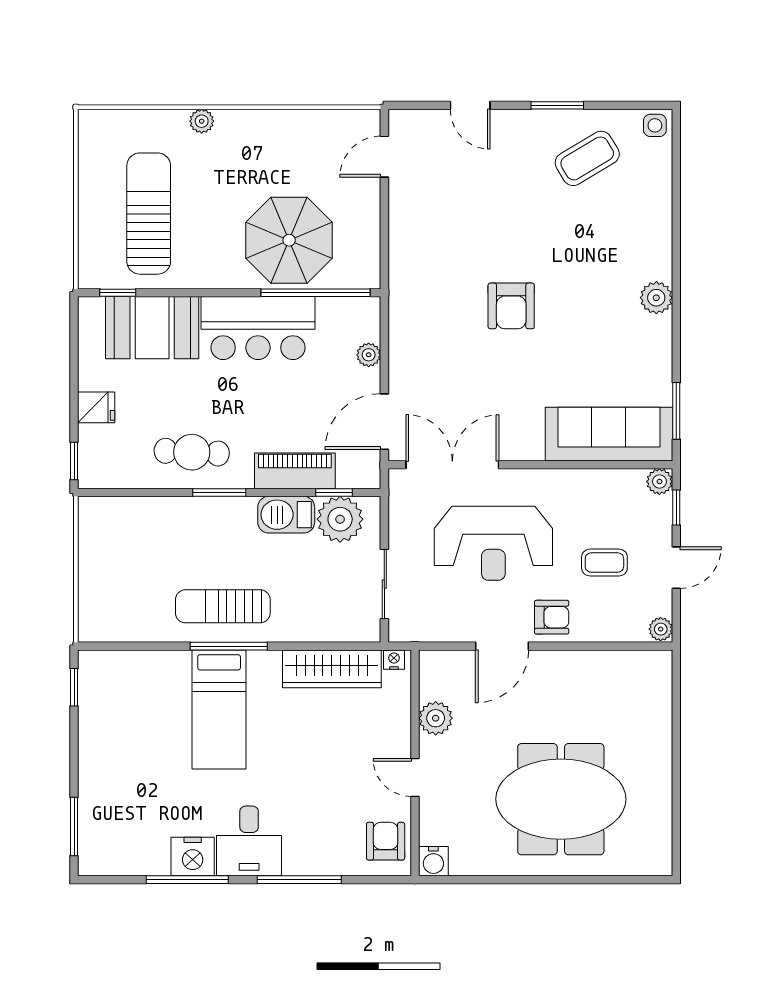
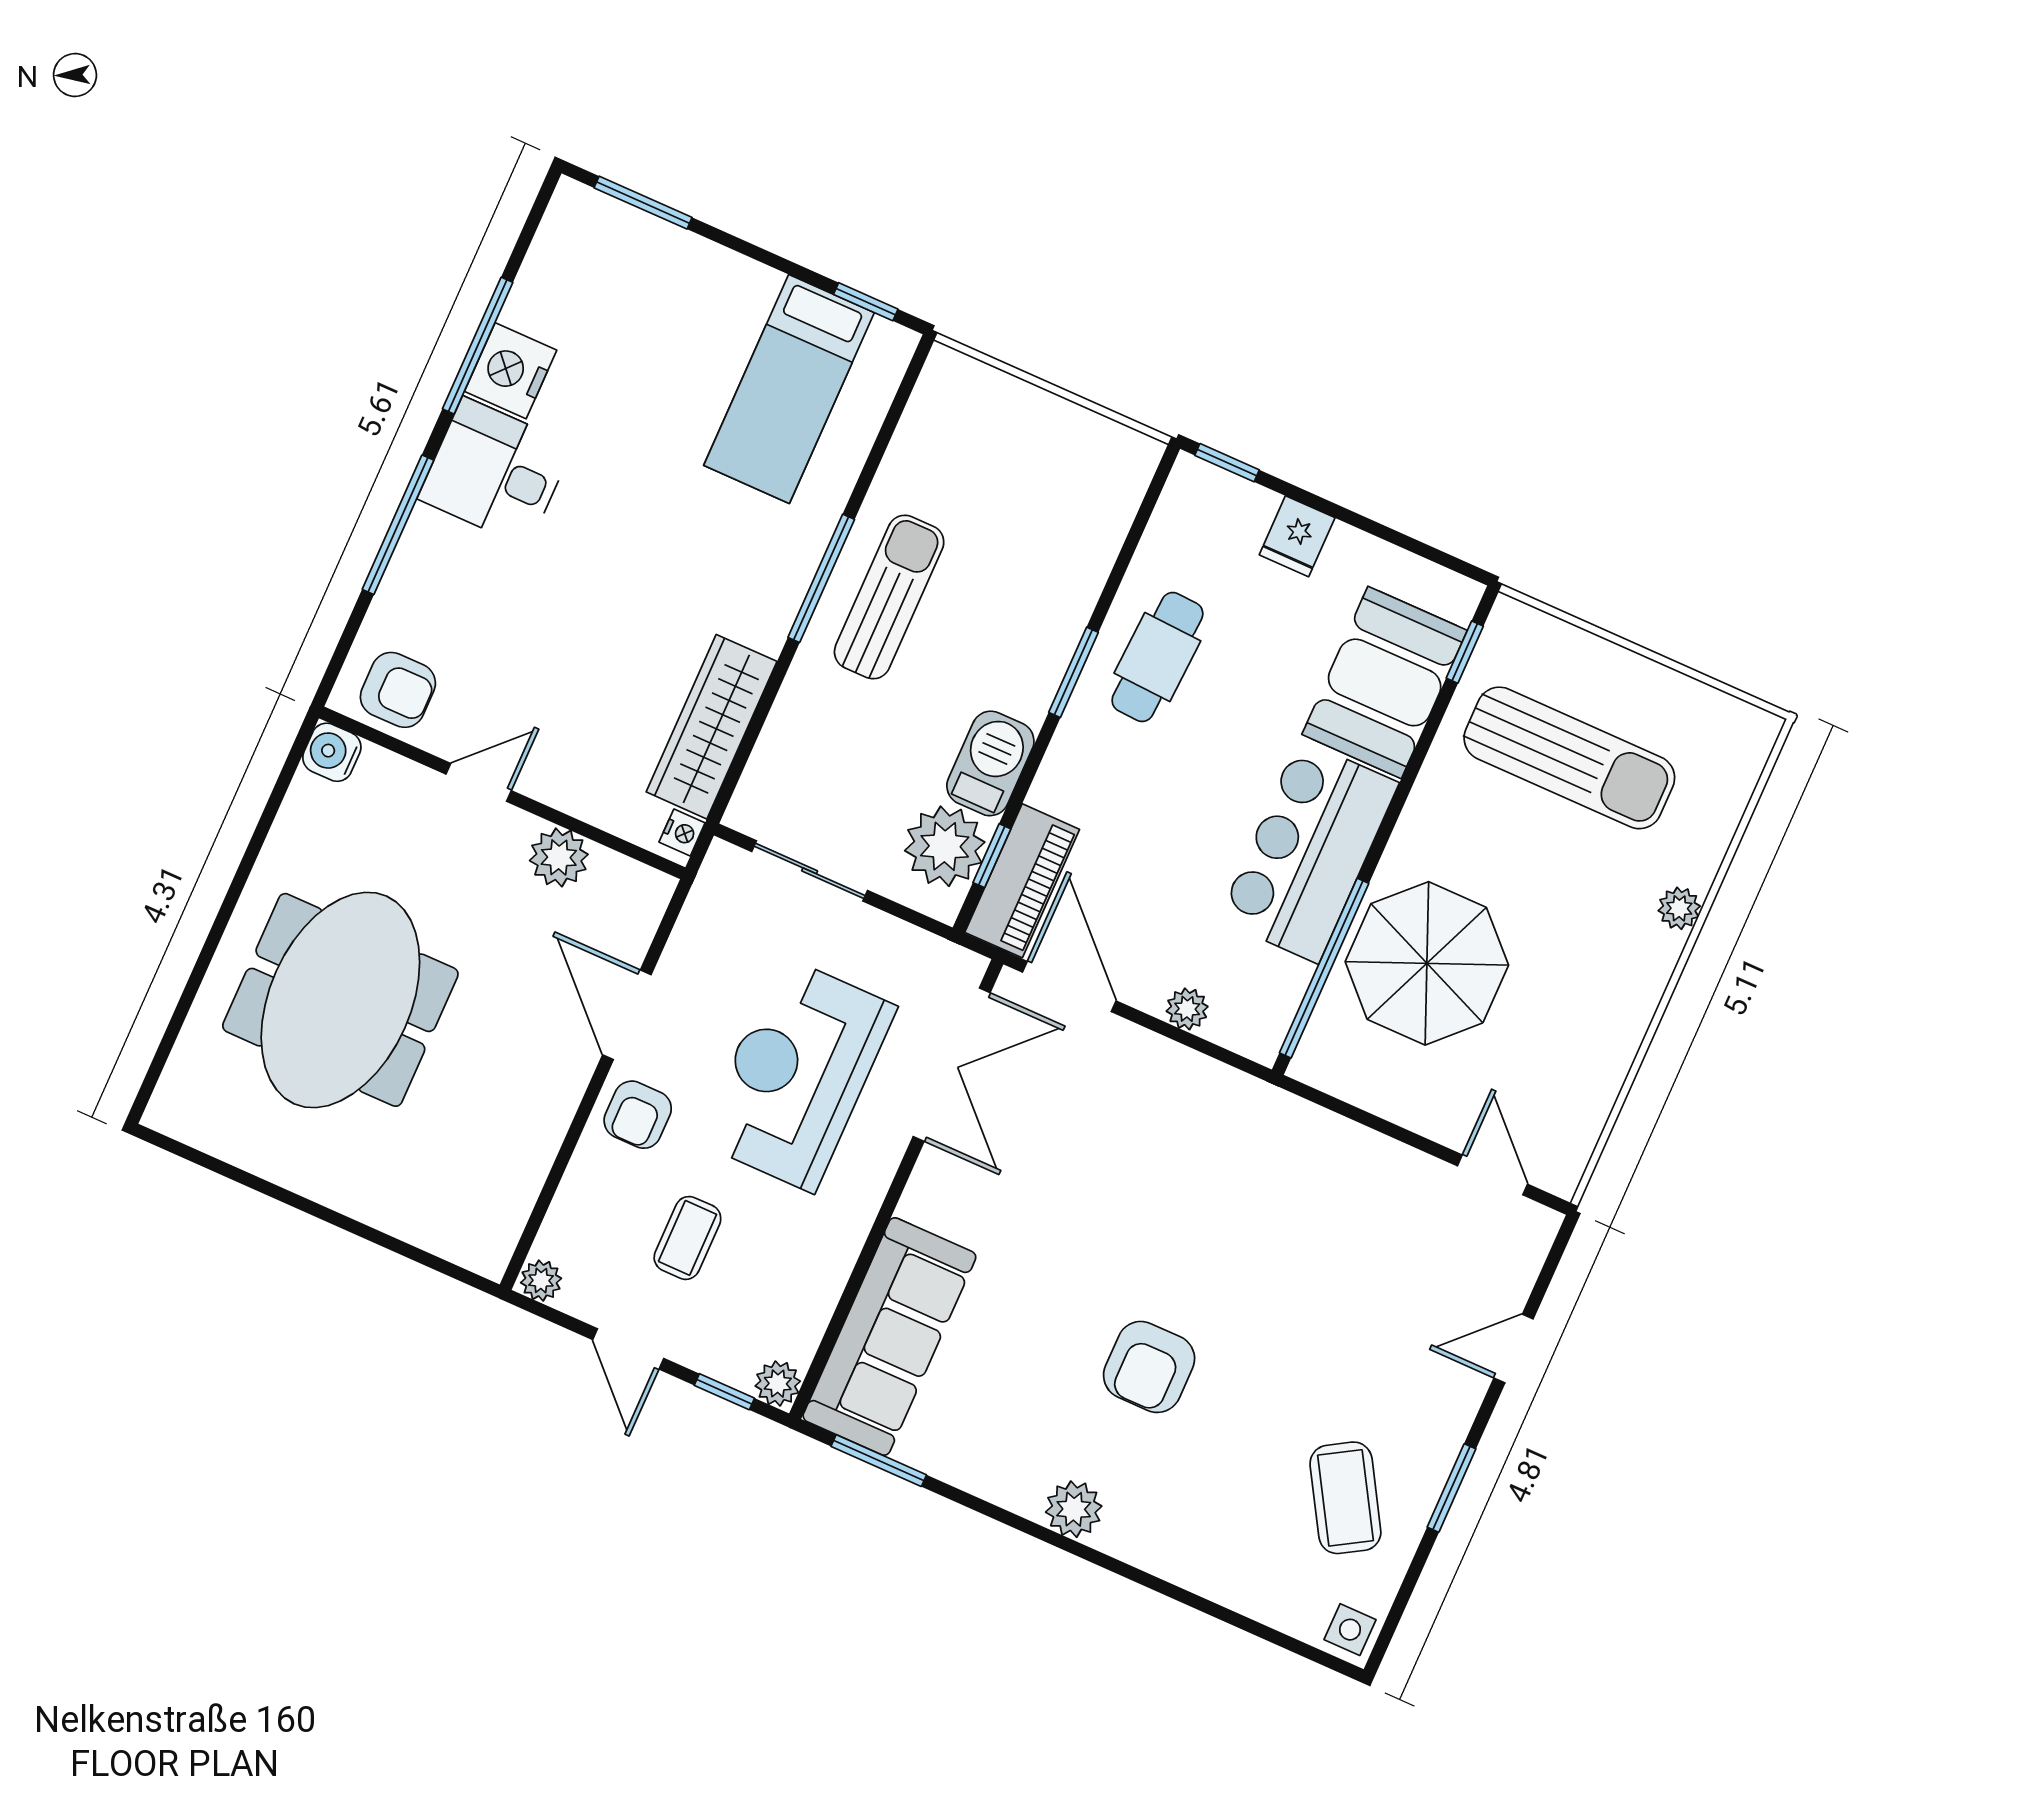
armchair: (511, 306) -> (1149, 1367), moved, turned -90
piano: (295, 471) -> (1022, 881), moved
bed: (219, 709) -> (789, 389), moved, turned -90

